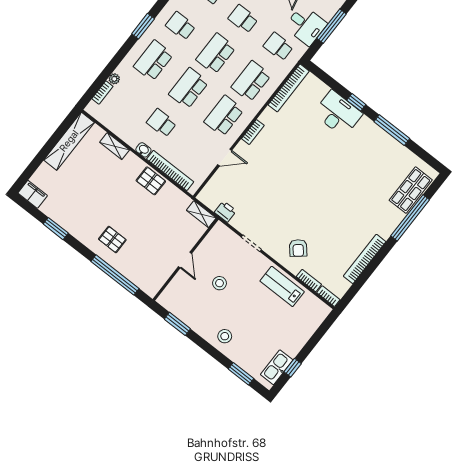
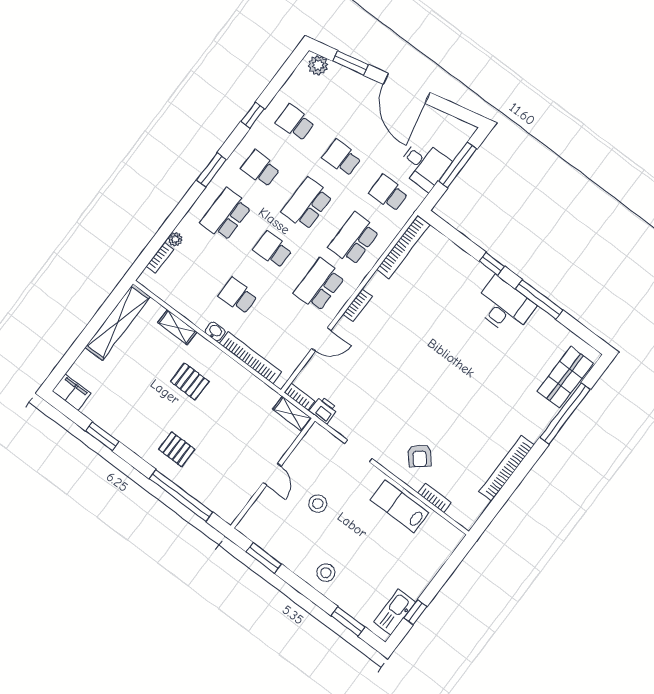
school desk: (189, 88) -> (273, 250), width x0.54
desk: (338, 114) -> (504, 306), moved
pallet: (151, 181) -> (190, 382), moved
bookcase: (328, 296) -> (299, 397), moved

